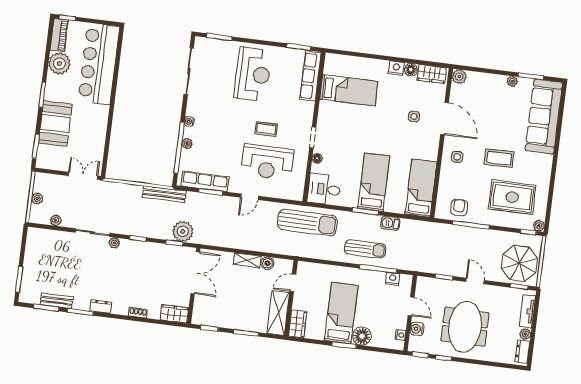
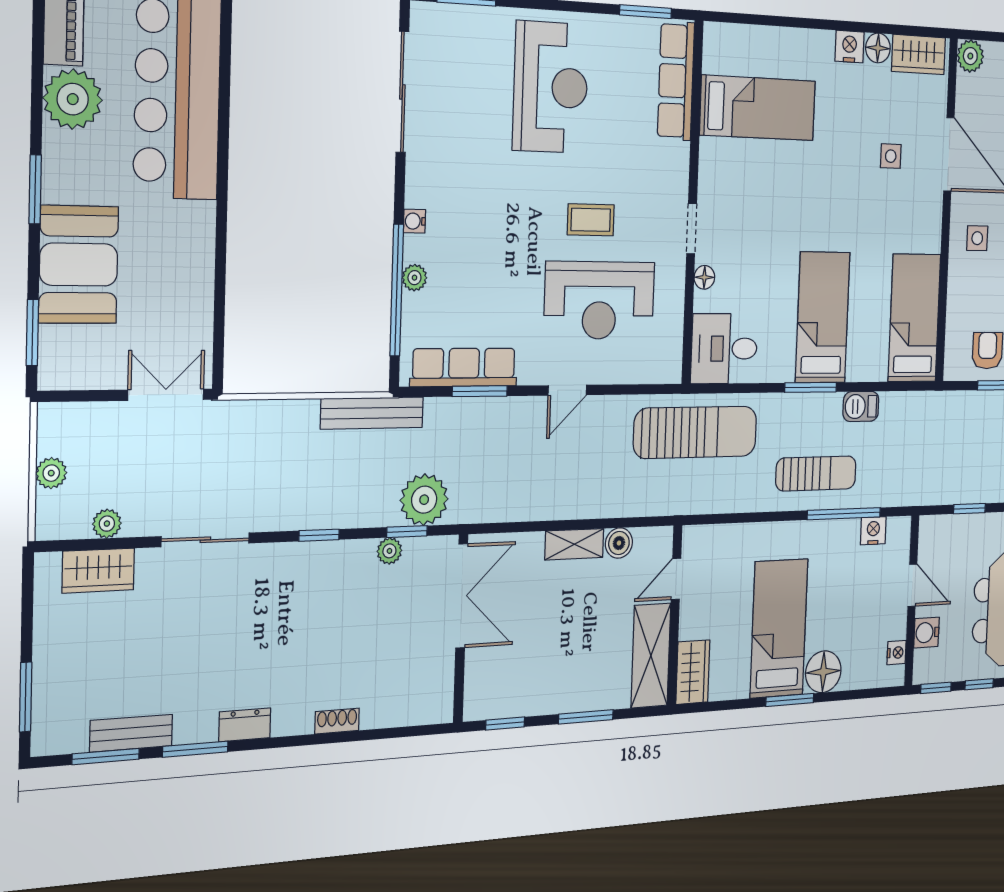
plant: (114, 243) -> (389, 551), moved
wardrobe: (174, 314) -> (98, 571), moved, turned 180

